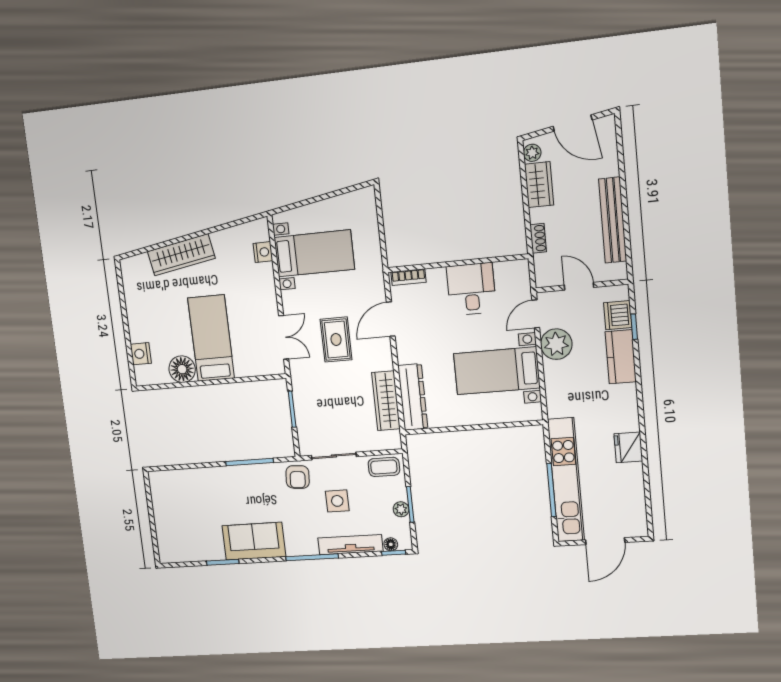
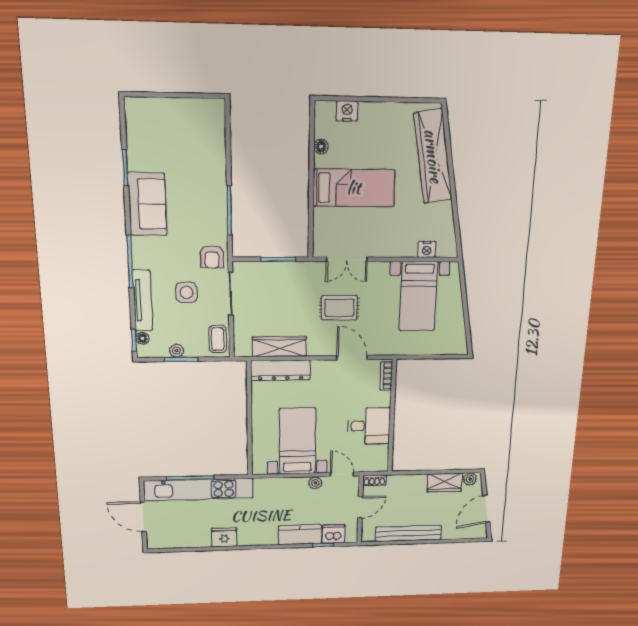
shoe rack: (538, 238) -> (374, 480), moved
wardrobe: (181, 255) -> (433, 156), width x1.40, depth x1.17
plant: (556, 344) -> (315, 483), width x0.53, depth x0.53
floor lamp: (182, 369) -> (321, 147), width x0.53, depth x0.53
armchair: (298, 477) -> (212, 257), turned -94

